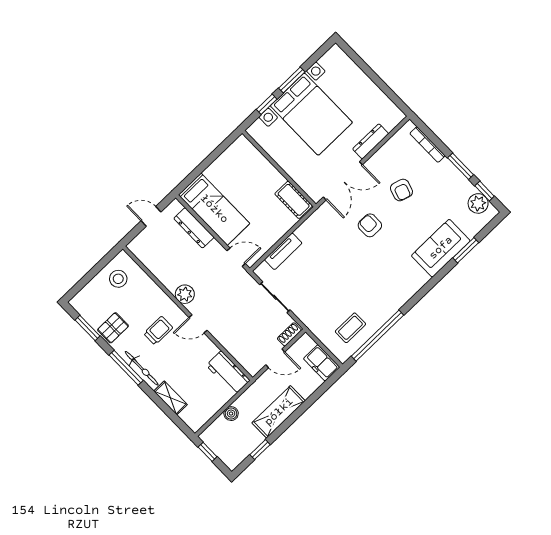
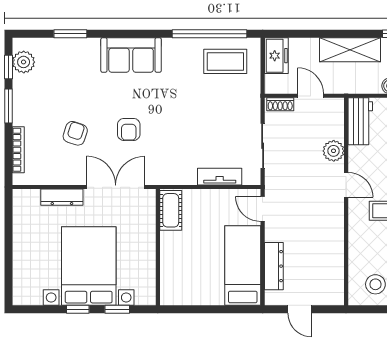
window: (292, 80) -> (78, 309), width x0.67
sofa: (441, 248) -> (131, 55), moved
plant: (185, 294) -> (334, 151), moved
coffee table: (350, 328) -> (225, 61), width x1.36, depth x1.30

